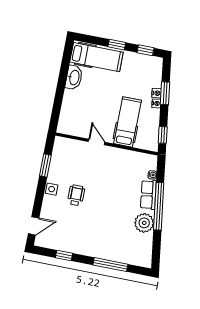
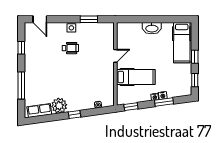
washbasin: (74, 77) -> (152, 28), moved
row of seats: (148, 195) -> (39, 110), moved
window: (159, 206) -> (74, 114), width x0.32

